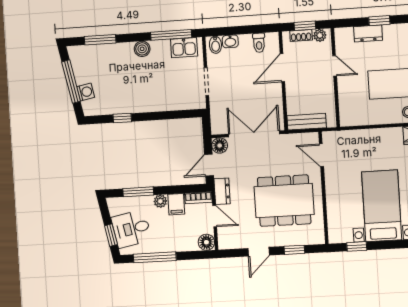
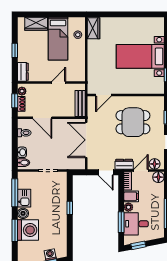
dresser: (368, 33) -> (23, 72), moved
window: (100, 40) -> (15, 230), moved
kitchen sink: (184, 48) -> (24, 198), moved
washing machine: (119, 58) -> (28, 230), added
door: (335, 66) -> (59, 82), moved
window: (122, 118) -> (70, 208), moved
floor lamp: (220, 146) -> (155, 164), moved
dining table: (284, 201) -> (133, 122), width x0.73
desk: (131, 229) -> (136, 224), moved, turned 101
window: (111, 235) -> (138, 245), moved

